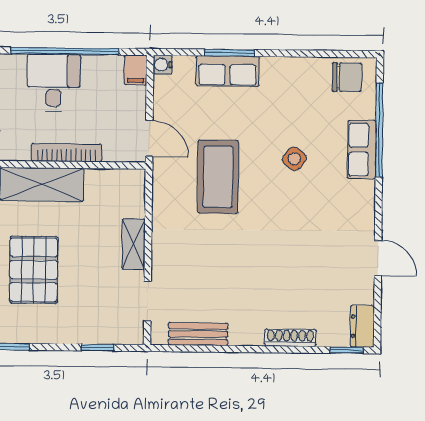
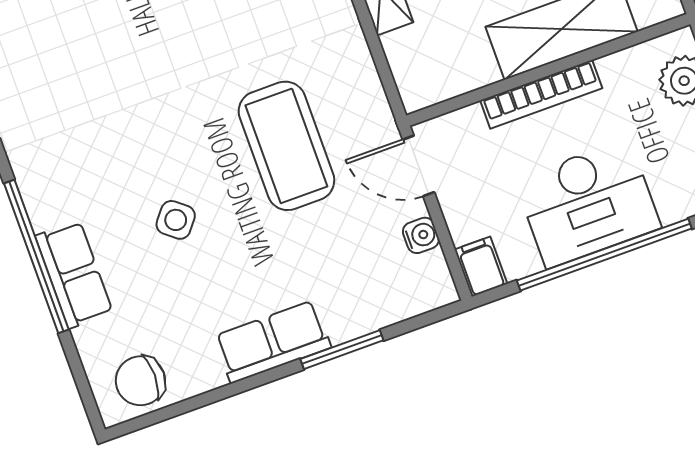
water cooler: (163, 65) -> (421, 235), moved
row of seats: (227, 71) -> (273, 342), moved
desk: (54, 83) -> (588, 203), width x1.37
window: (379, 130) -> (36, 256), moved

